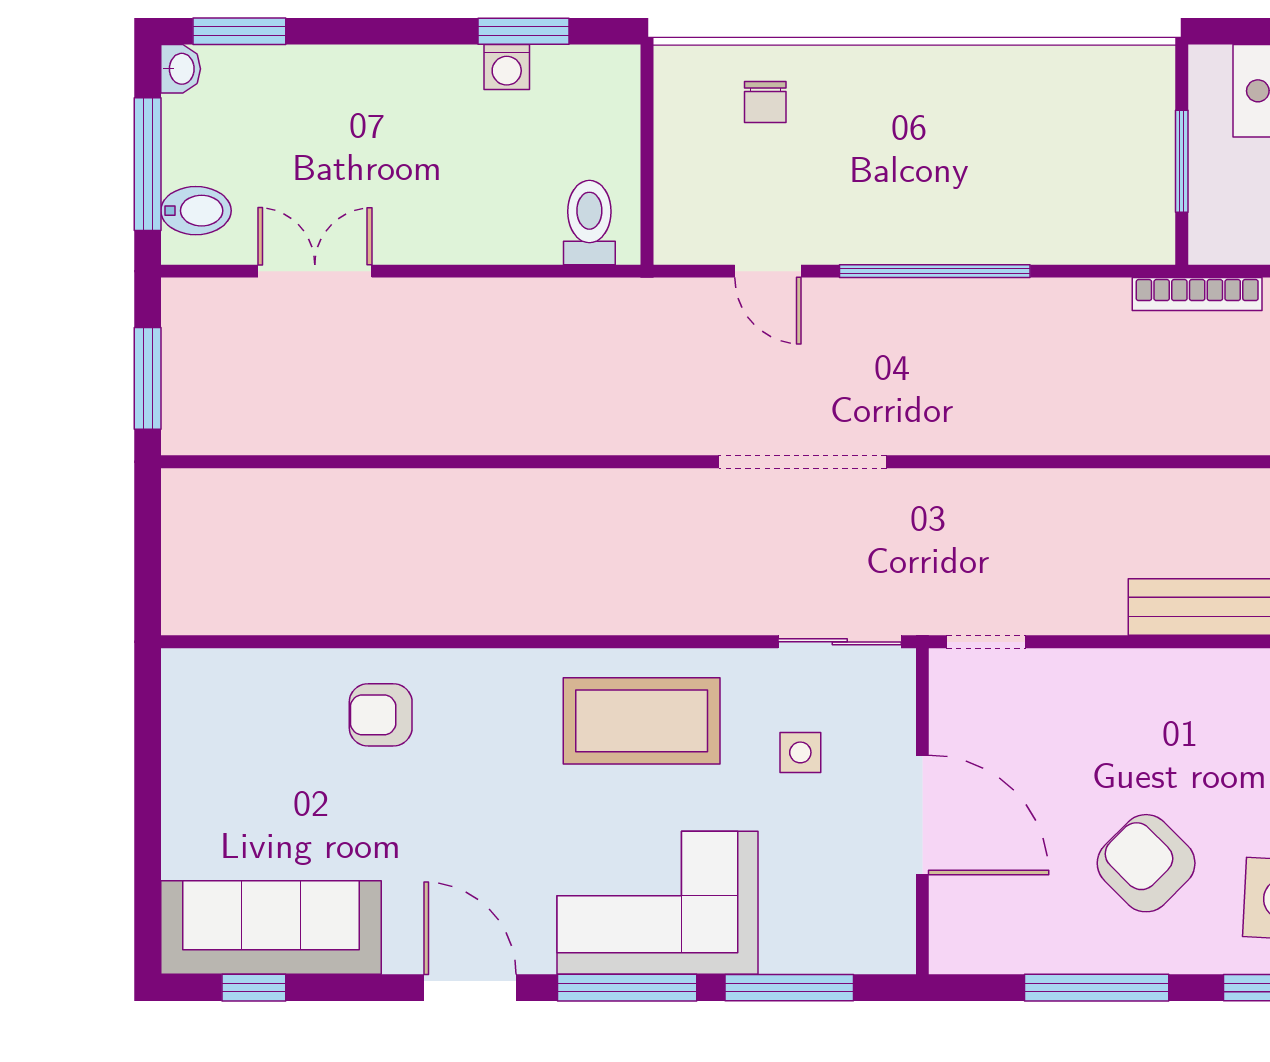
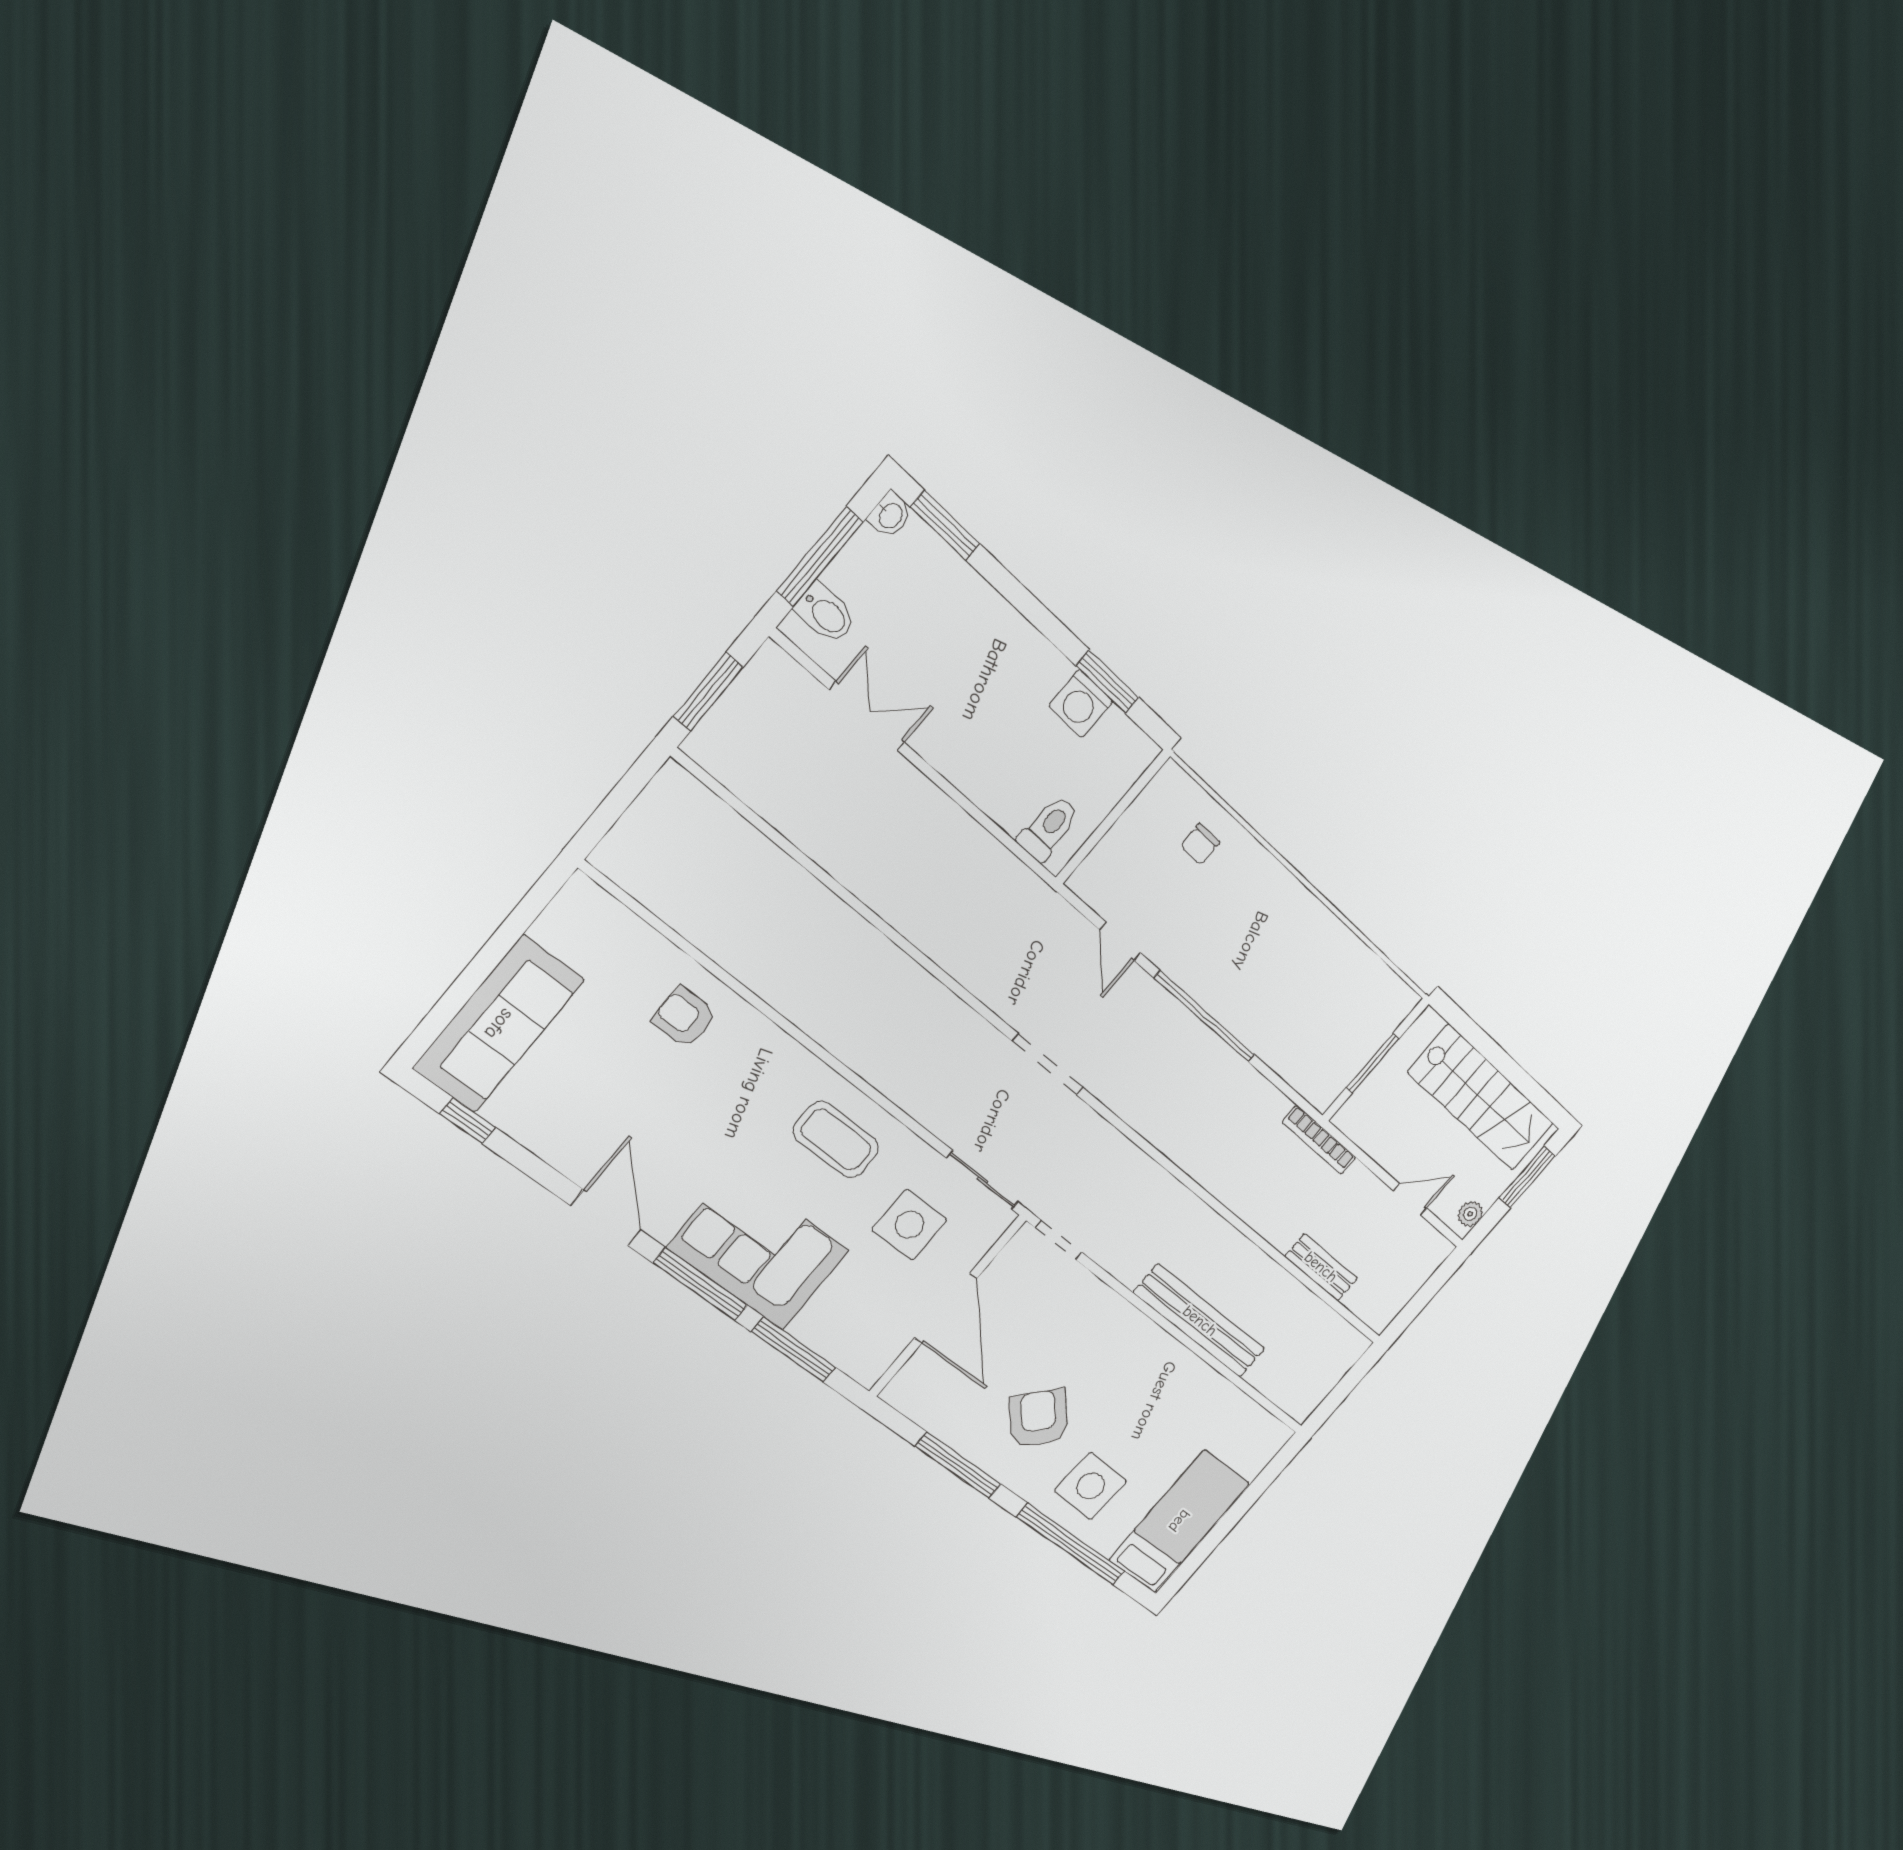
washing machine: (507, 67) -> (1081, 704), width x1.38, depth x1.38
doorway: (803, 462) -> (1048, 1064), width x0.73
coffee table: (642, 721) -> (836, 1140), width x0.73, depth x0.76
side table: (800, 752) -> (909, 1225), width x1.87, depth x1.87
sofa: (271, 928) -> (499, 1024), moved, turned 90

